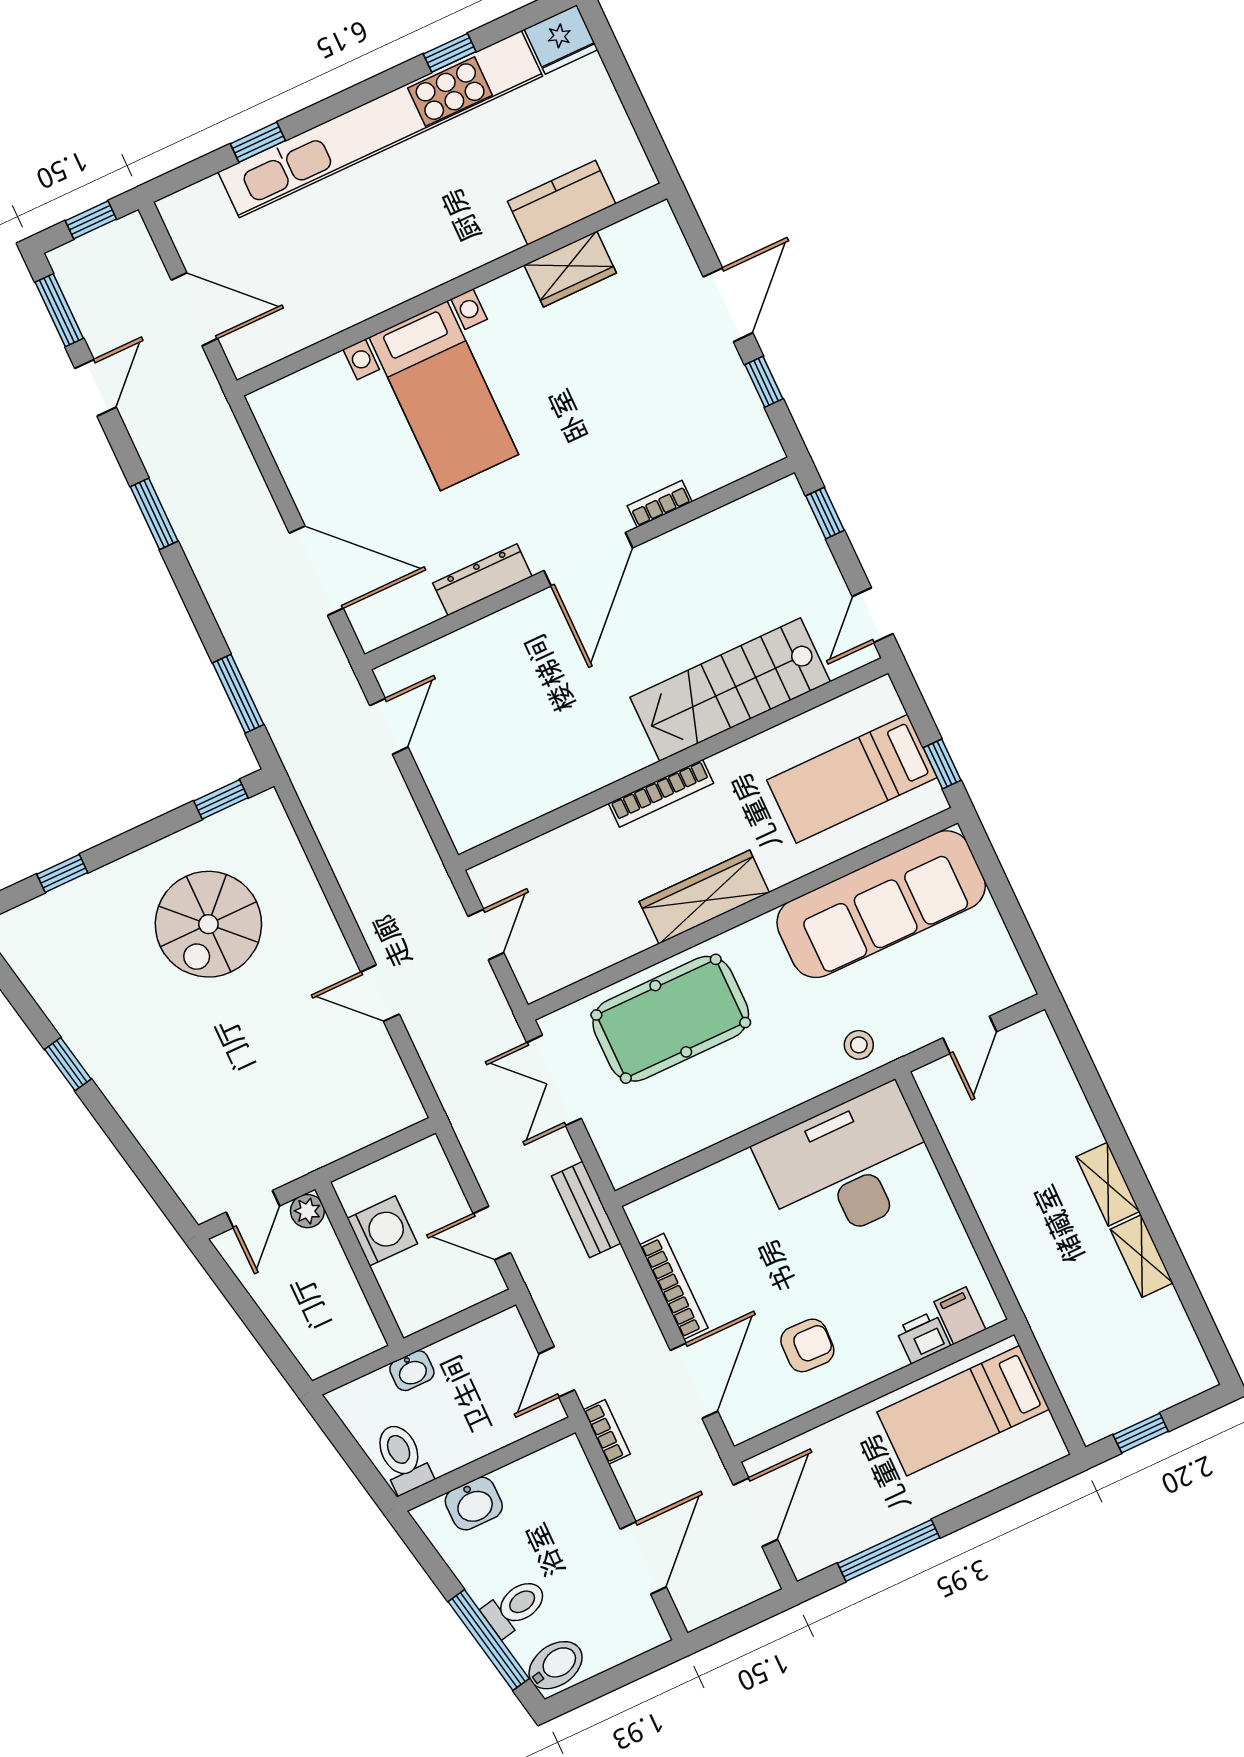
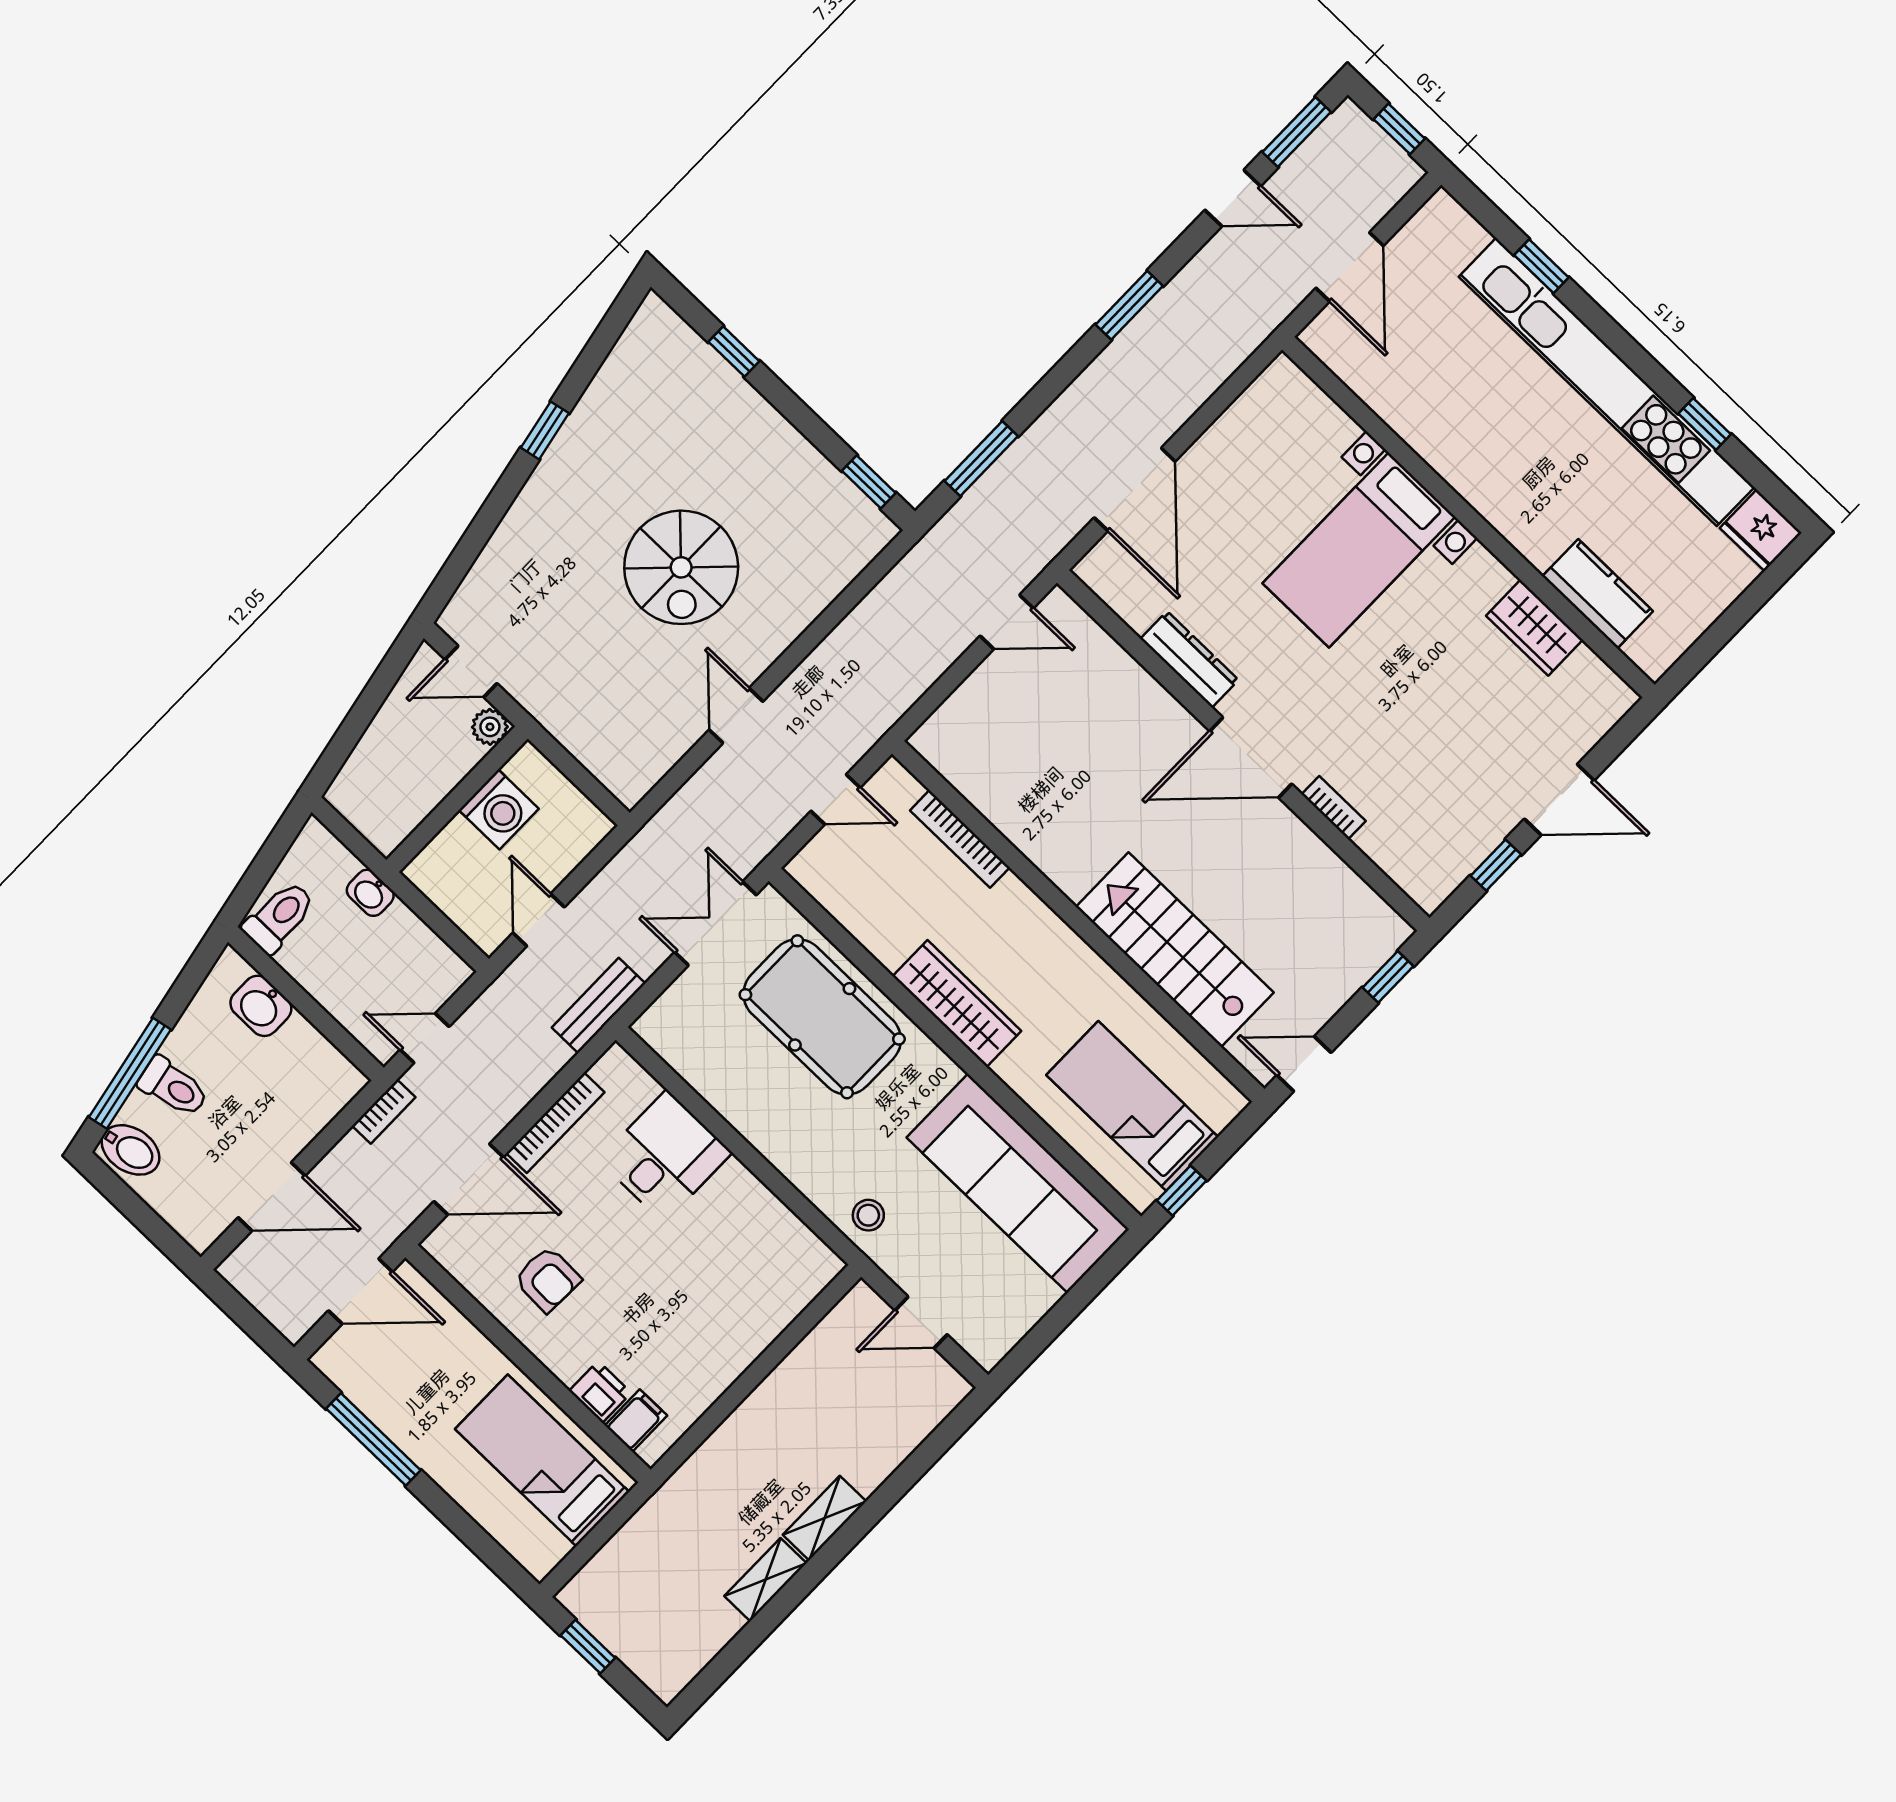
bookcase: (661, 793) -> (960, 839), moved
spiral stairs: (208, 924) -> (681, 567), moved, turned -90
desk: (848, 1167) -> (665, 1156), moved, width x0.53, depth x0.77

